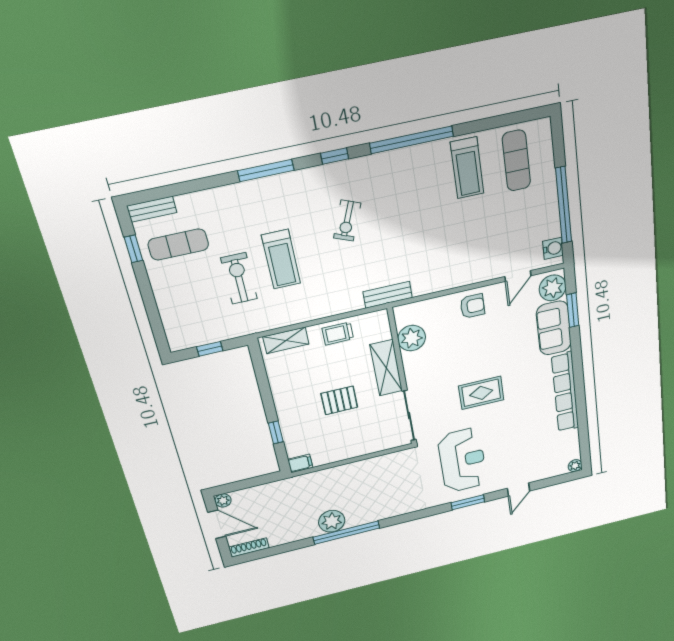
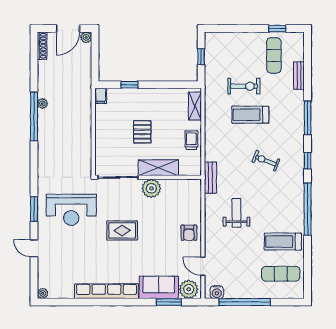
bench: (152, 209) -> (299, 76), moved
weight bench: (434, 246) -> (236, 213), added
plant: (412, 338) -> (151, 188), moved
rug: (481, 393) -> (122, 230), turned 90
plant: (332, 521) -> (42, 103), width x0.53, depth x0.53

